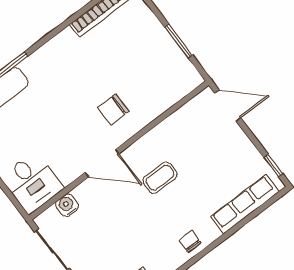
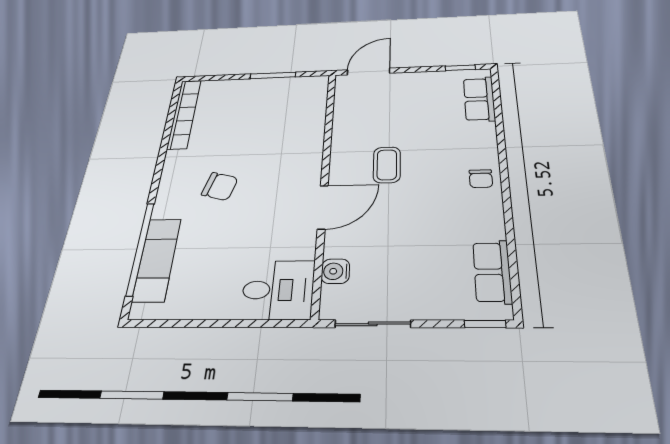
chair: (113, 109) -> (220, 186), moved, turned -74
row of seats: (245, 204) -> (479, 99), width x0.68
chair: (190, 242) -> (481, 179), turned -90

